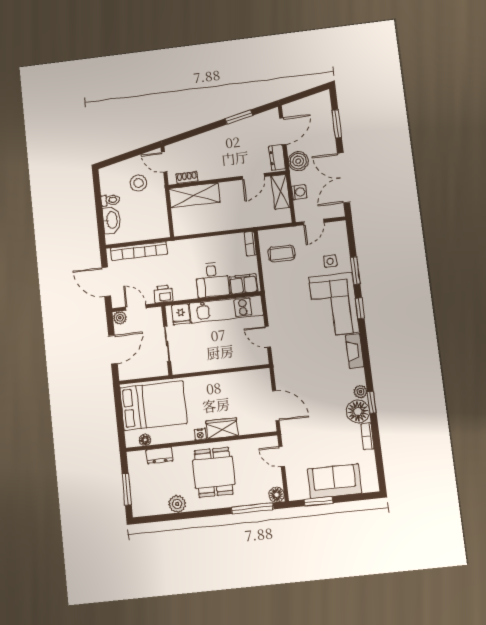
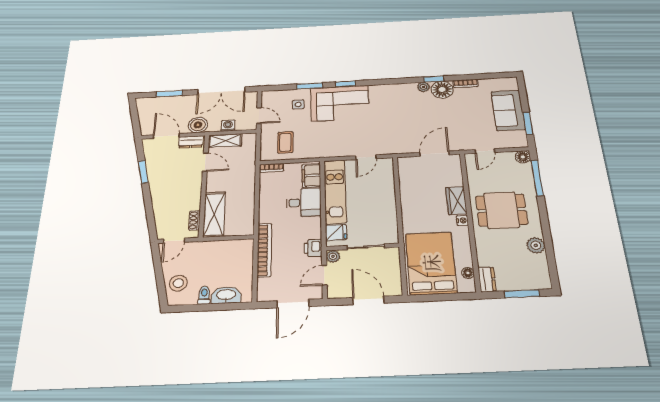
stool: (138, 183) -> (178, 283), moved
bookcase: (139, 251) -> (264, 250), moved
plant: (120, 318) -> (333, 256), moved
fireplace: (355, 351) -> (385, 90), removed
dresser: (159, 455) -> (487, 279), moved

